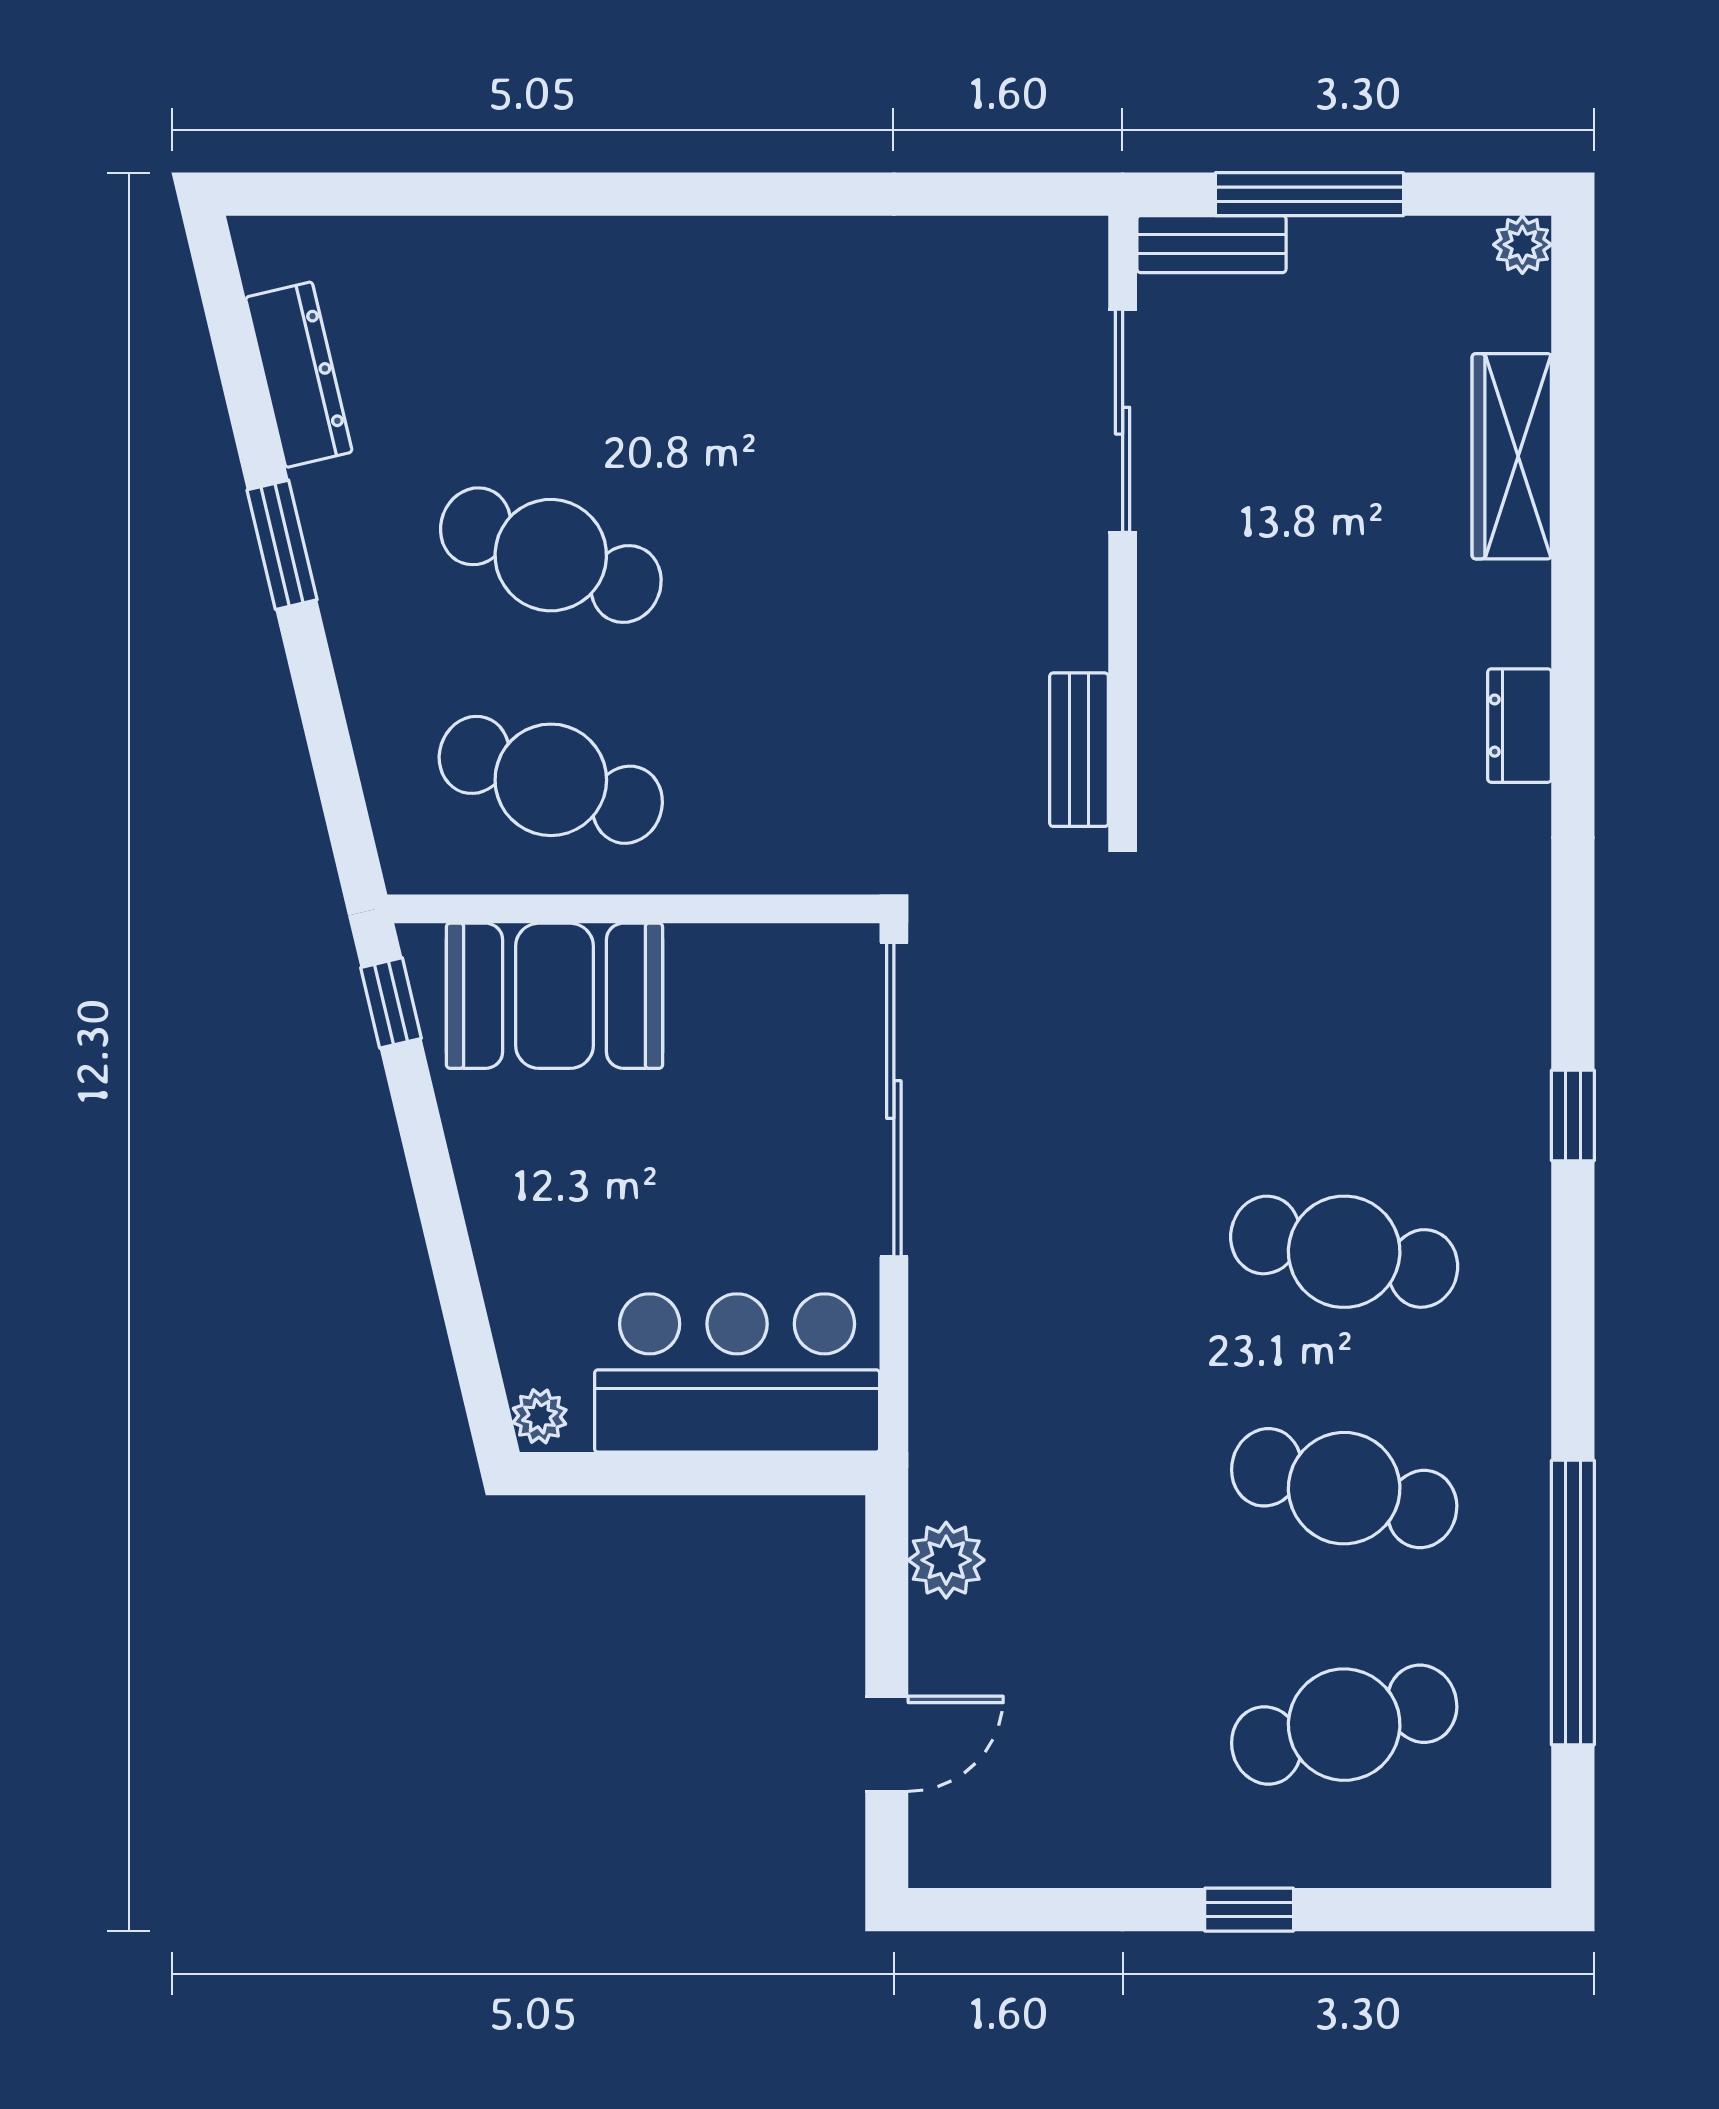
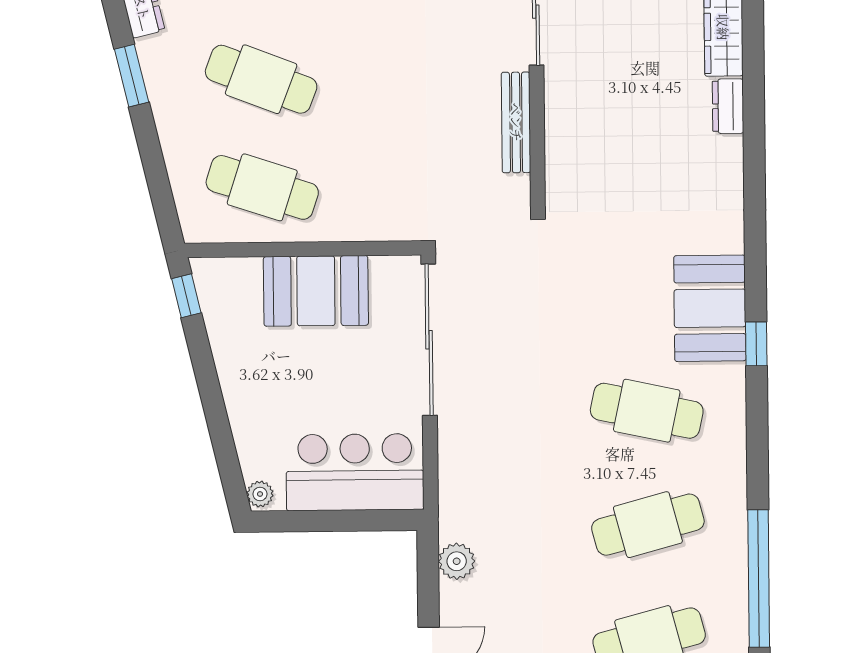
dresser: (1520, 726) -> (728, 106), moved
bench: (1079, 750) -> (516, 122), moved, width x1.36
booth: (555, 996) -> (316, 291), moved
booth: (1478, 1040) -> (710, 308), added
cafe table: (1344, 1488) -> (648, 525), turned -30

